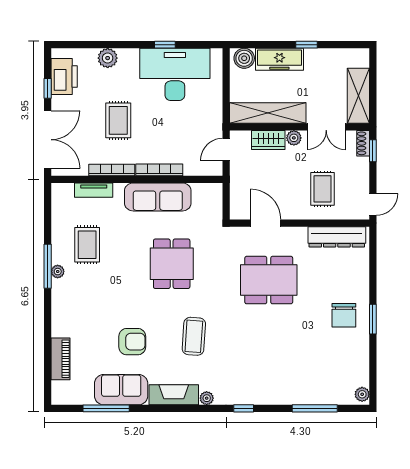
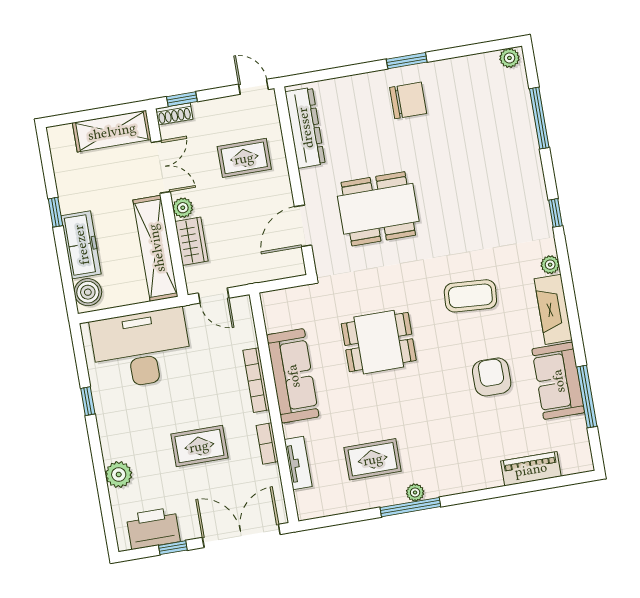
desk: (175, 74) -> (141, 349), moved, turned 90
bookcase: (112, 170) -> (267, 444), width x0.64
dining table: (269, 280) -> (378, 209), turned 90

